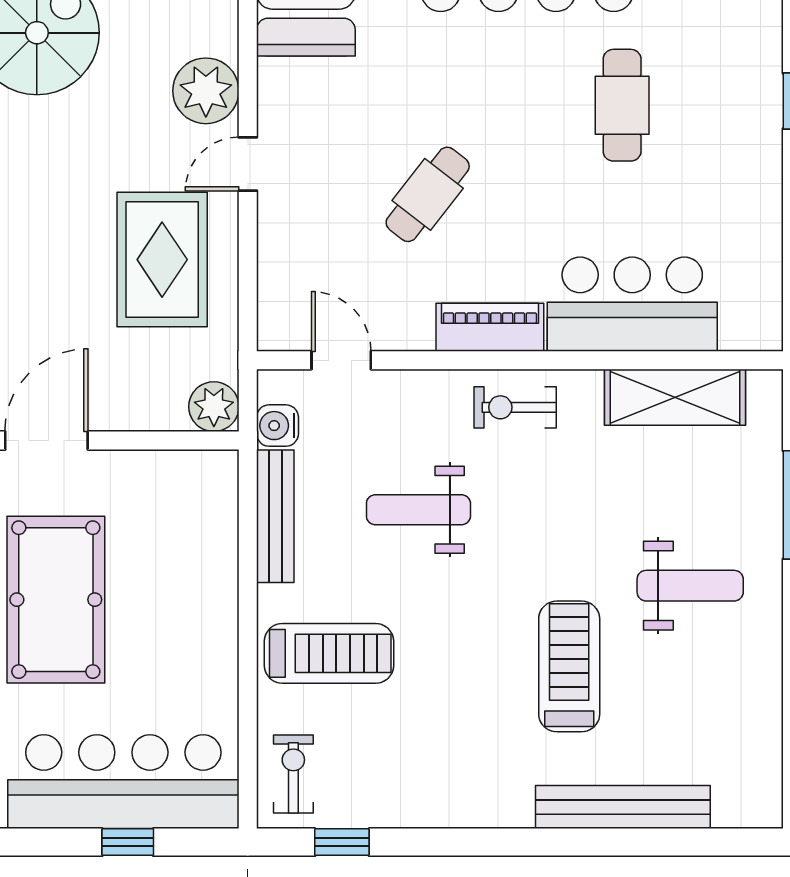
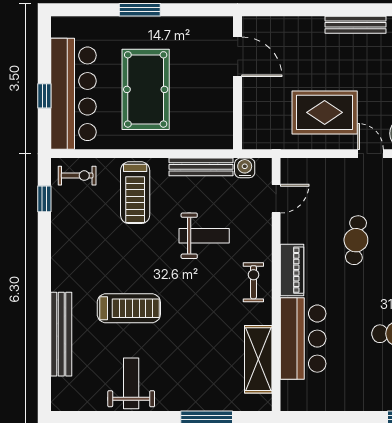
cafe table: (428, 194) -> (356, 240), turned 59
plant: (214, 407) -> (254, 137), removed
weight bench: (418, 510) -> (204, 236), turned 90
weight bench: (690, 586) -> (131, 383), moved, turned 180
pool table: (56, 600) -> (146, 89), moved, turned 90

